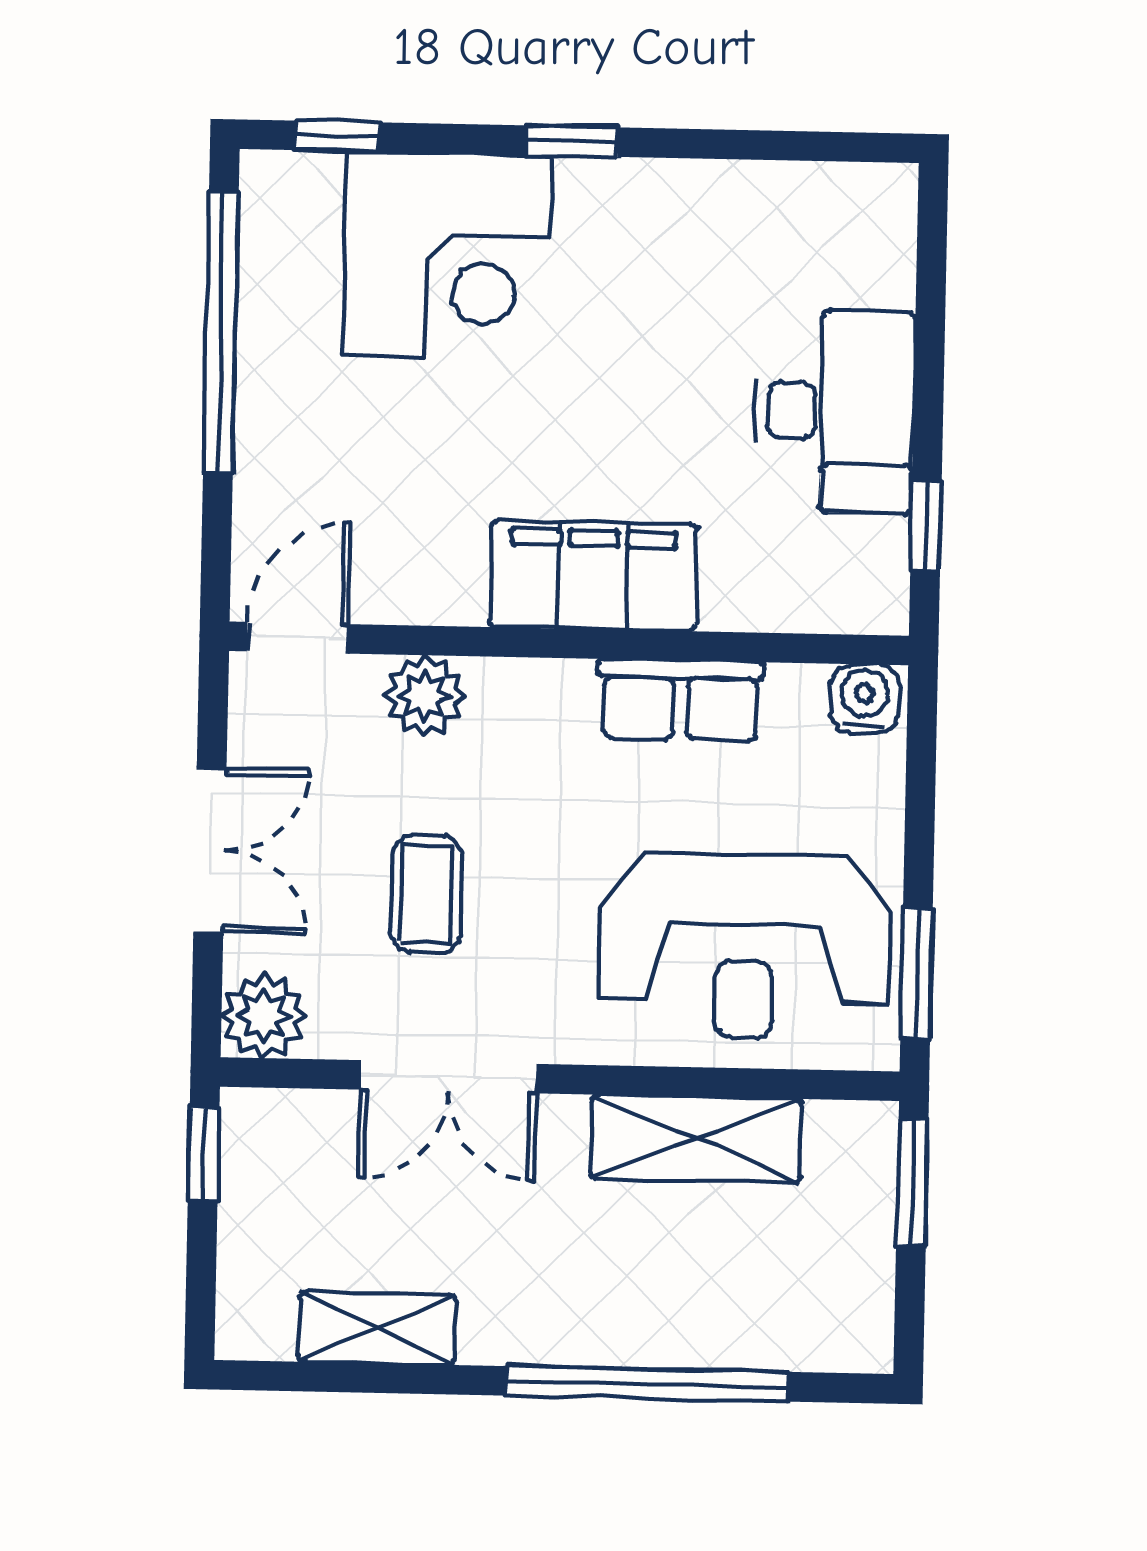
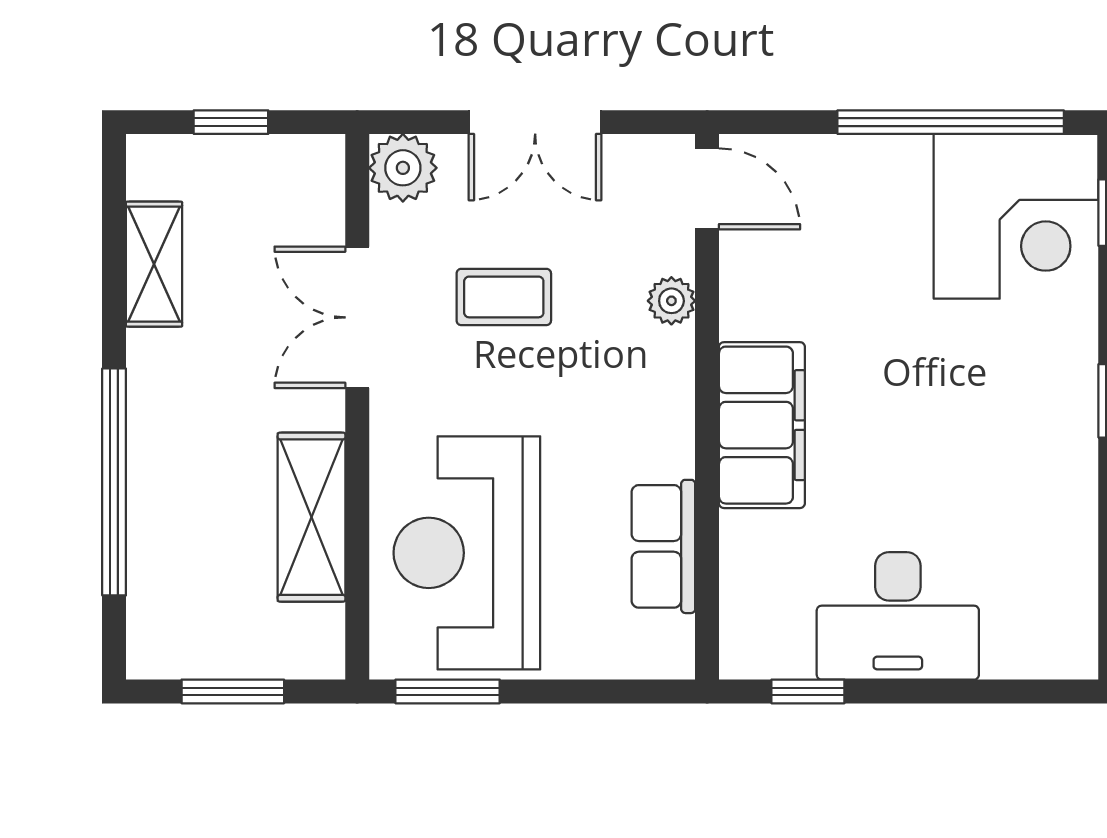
corner desk: (447, 256) -> (1016, 216), moved, turned -90
plant: (425, 696) -> (671, 301), width x0.73, depth x0.73
water cooler: (865, 698) -> (668, 645), removed
row of seats: (680, 700) -> (663, 546), moved
window: (204, 1154) -> (231, 122), moved
window: (912, 1182) -> (233, 691), moved

